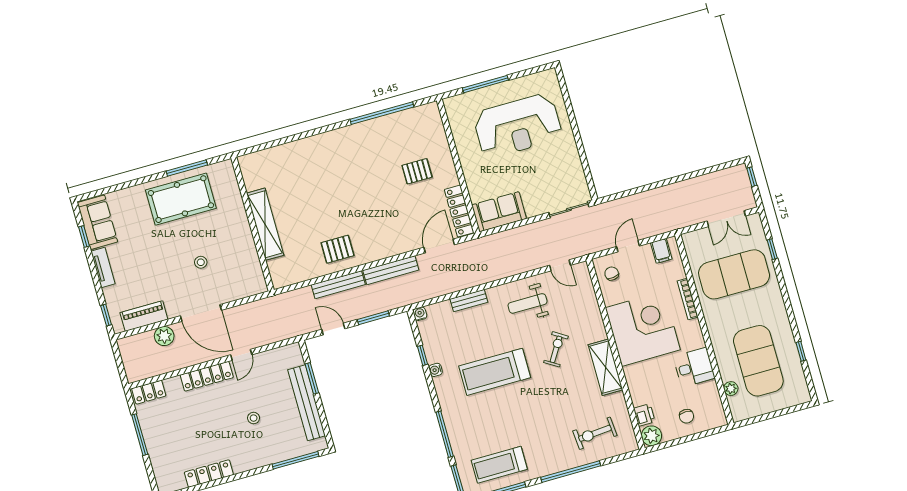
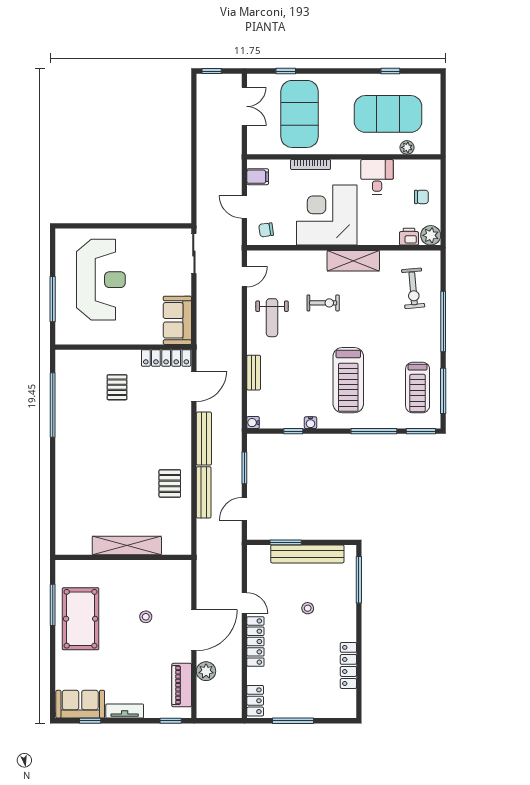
door: (439, 246) -> (194, 386), swing flipped
exercise bike: (556, 349) -> (323, 303), turned 148
treadmill: (495, 372) -> (348, 380), moved

